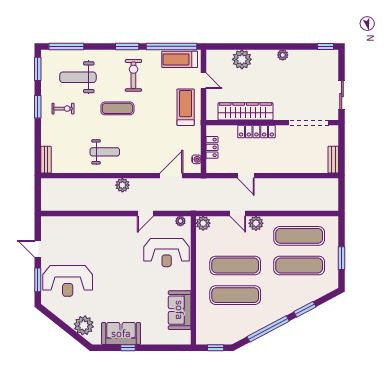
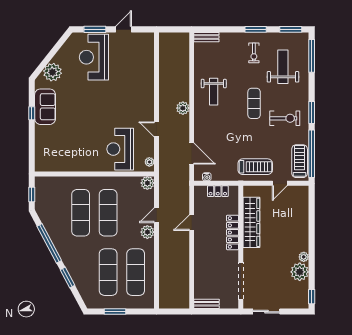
plant: (242, 59) -> (300, 272), moved
sofa: (180, 310) -> (67, 161), removed

